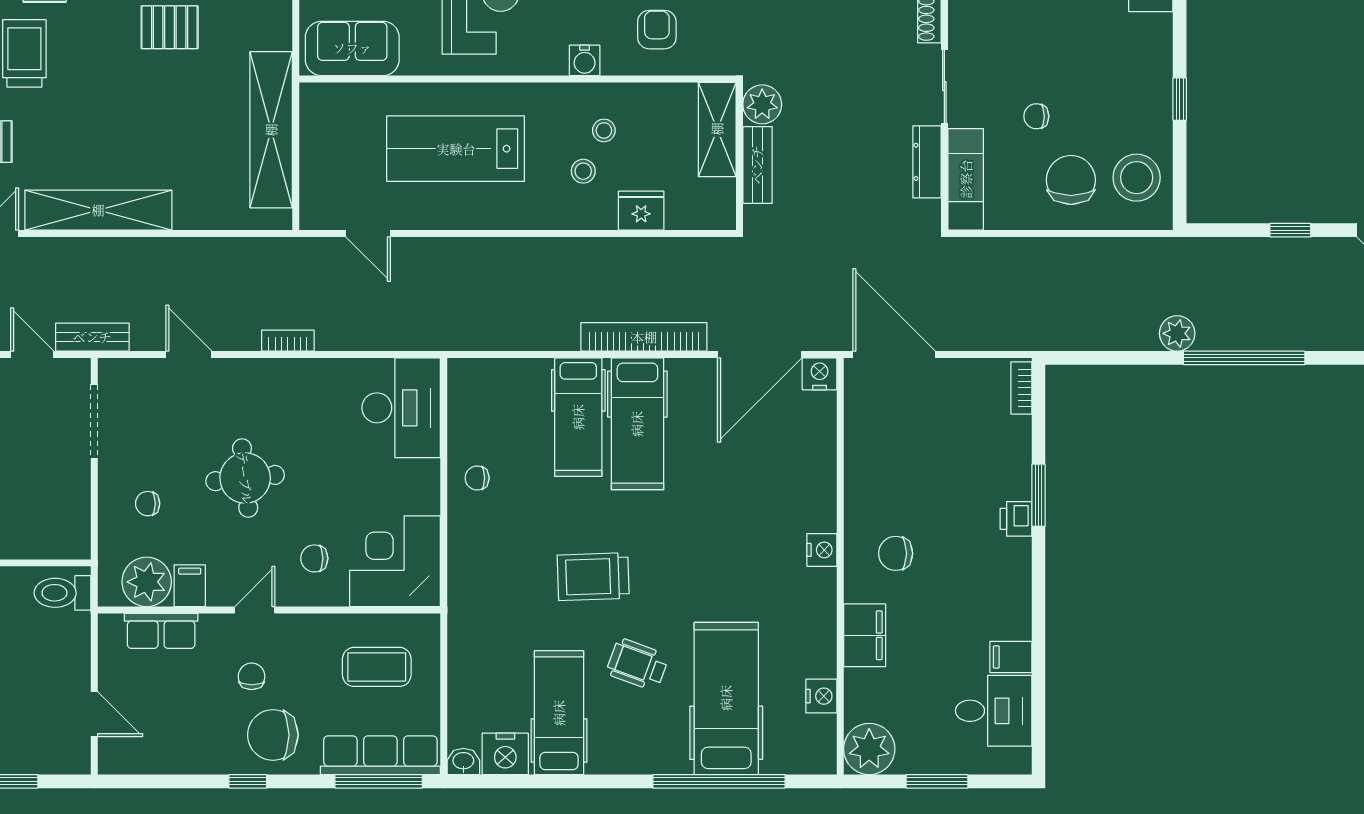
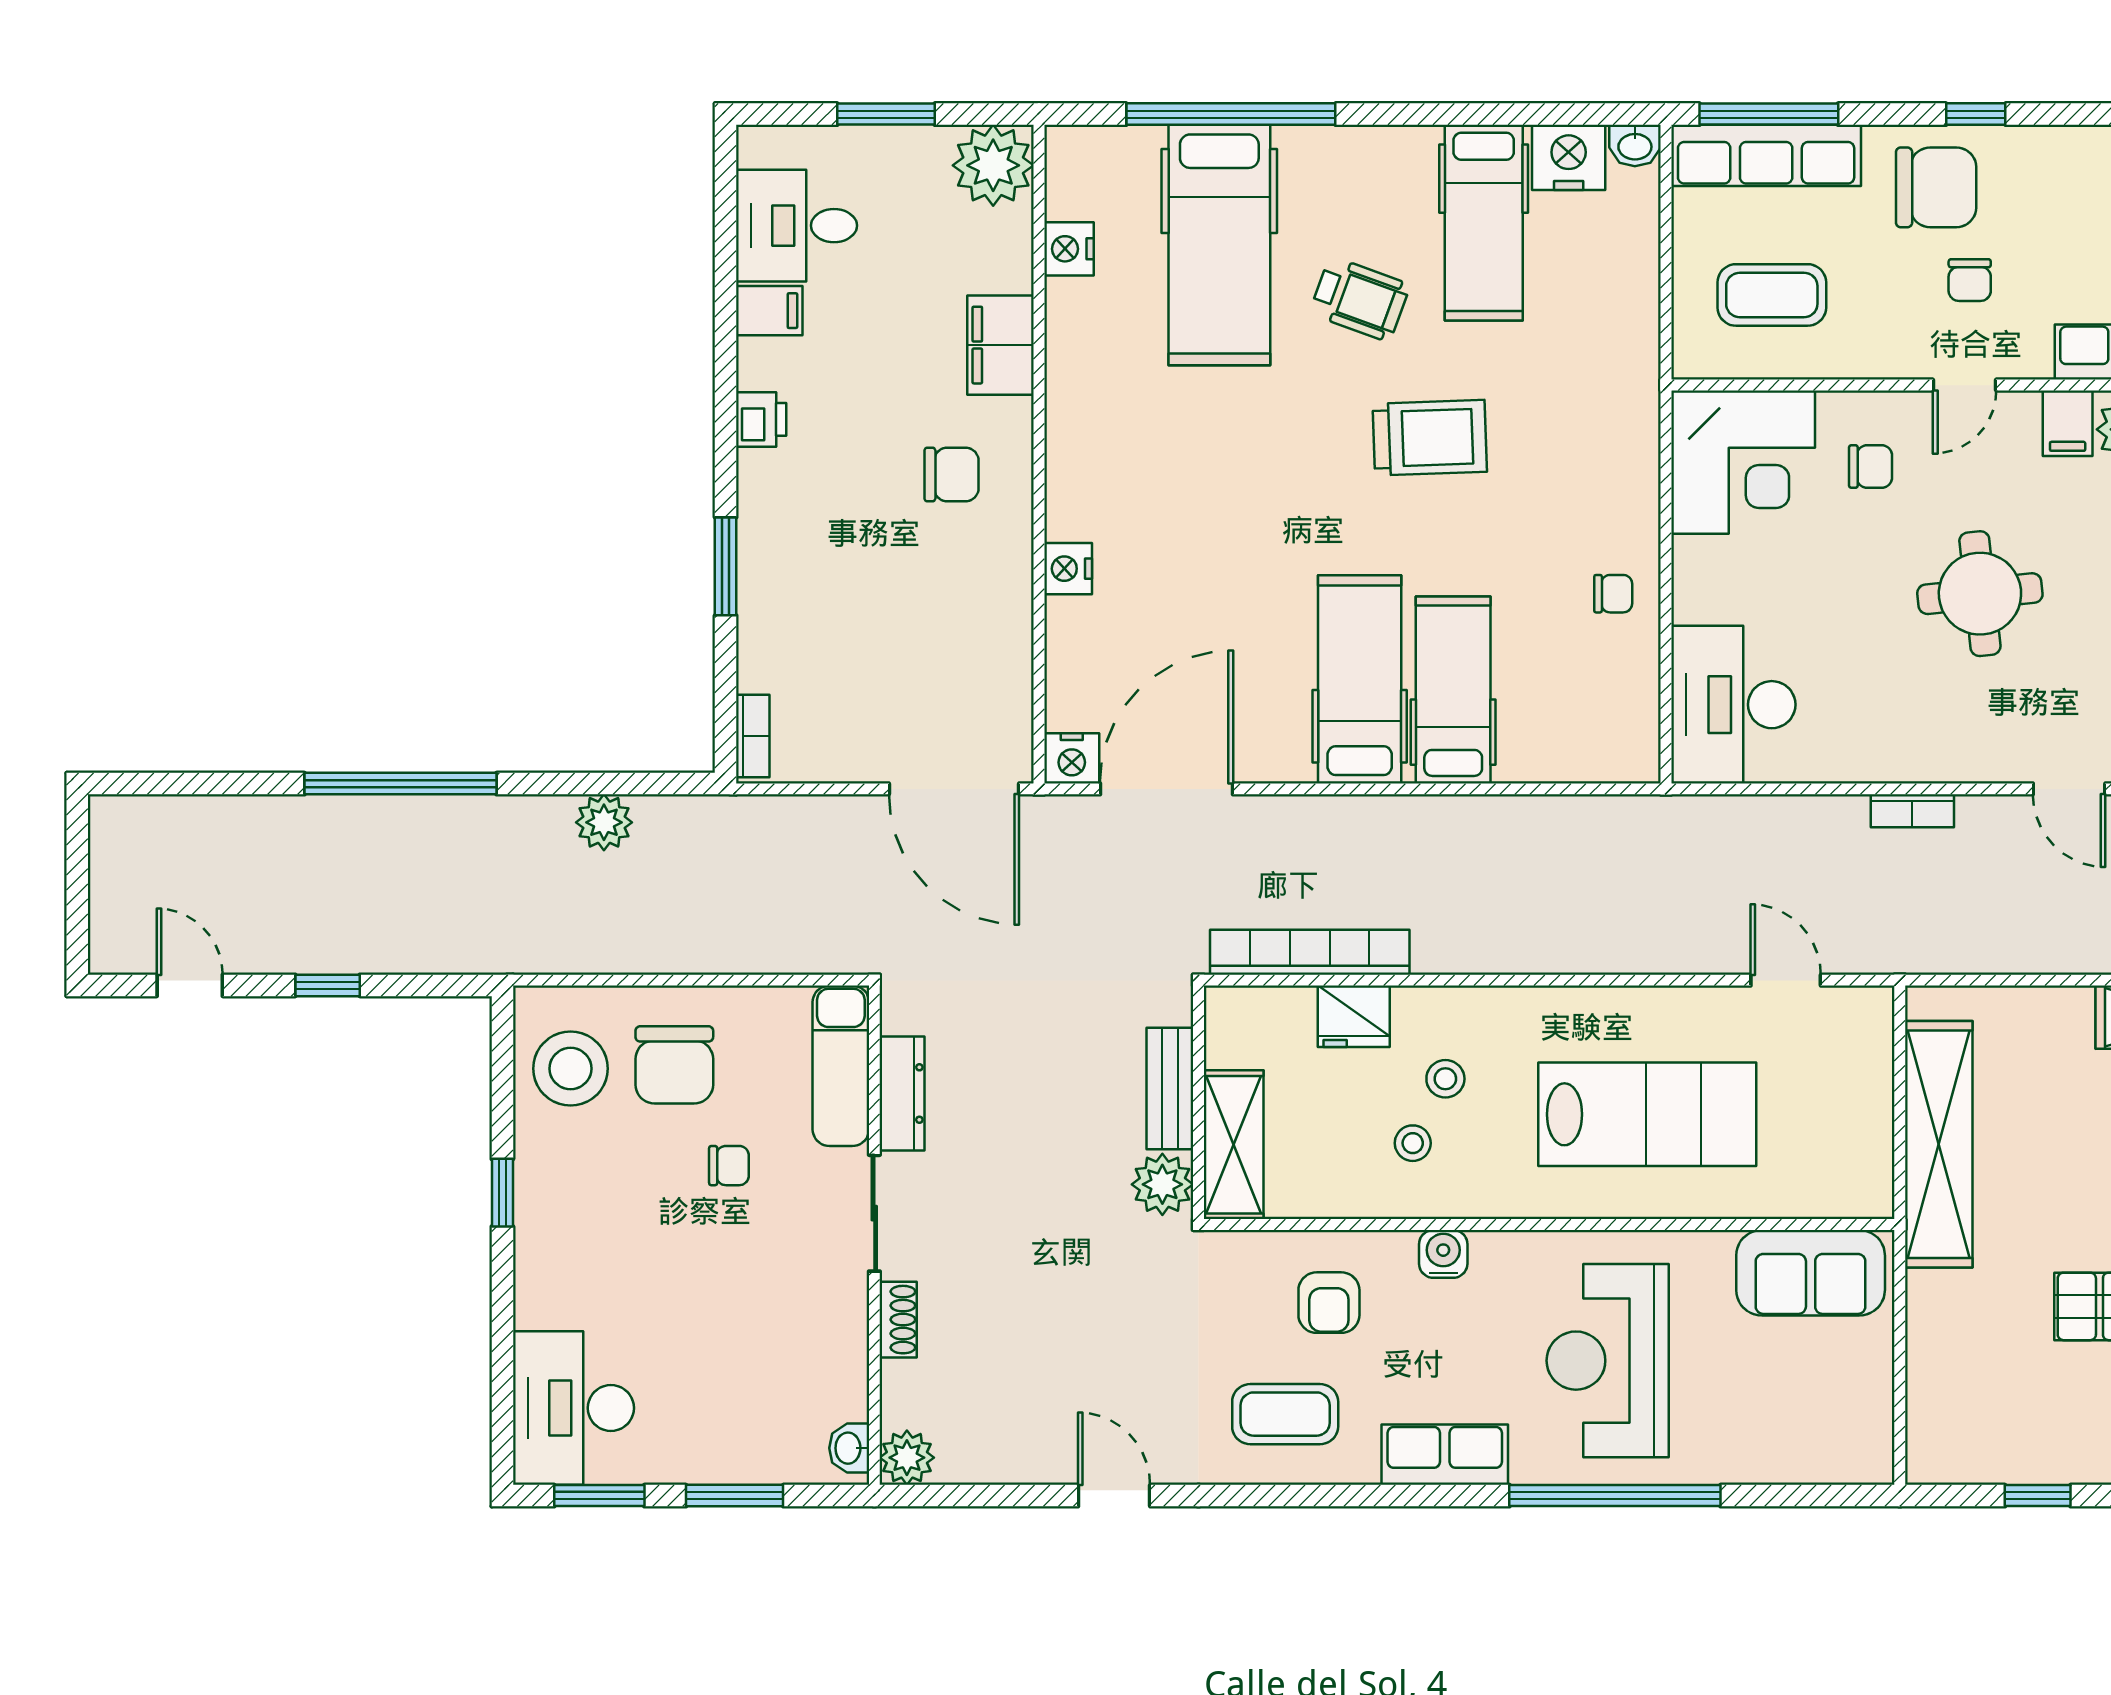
plant: (1177, 333) -> (604, 822), moved
bookcase: (644, 337) -> (1310, 952), moved, turned 180
printer: (1016, 519) -> (761, 419), moved
nightstand: (822, 550) -> (1068, 569), moved

